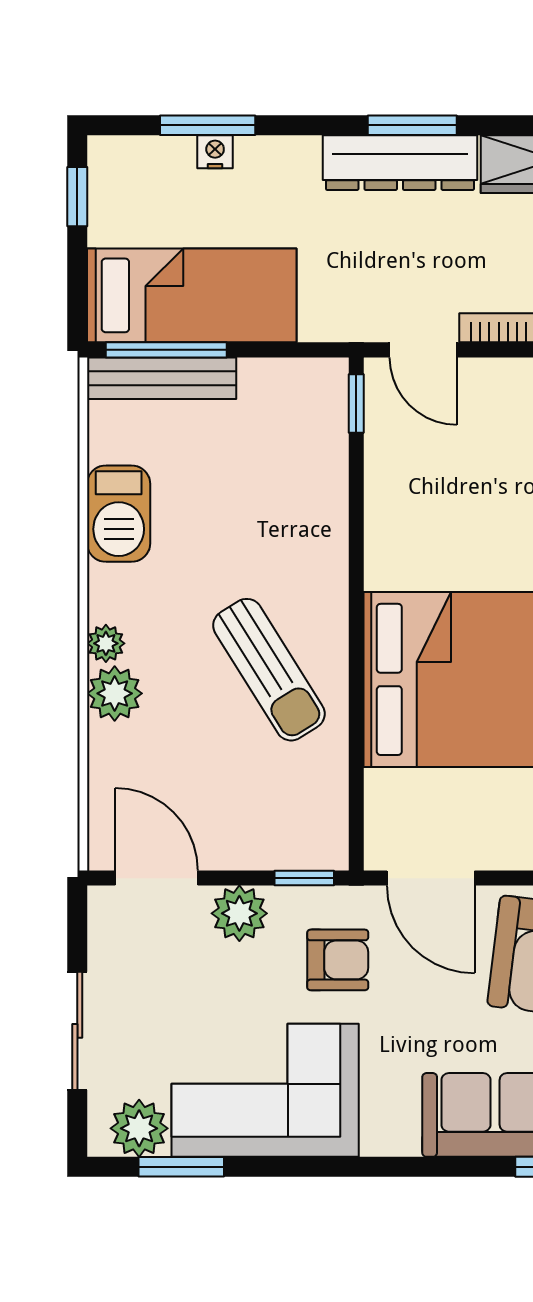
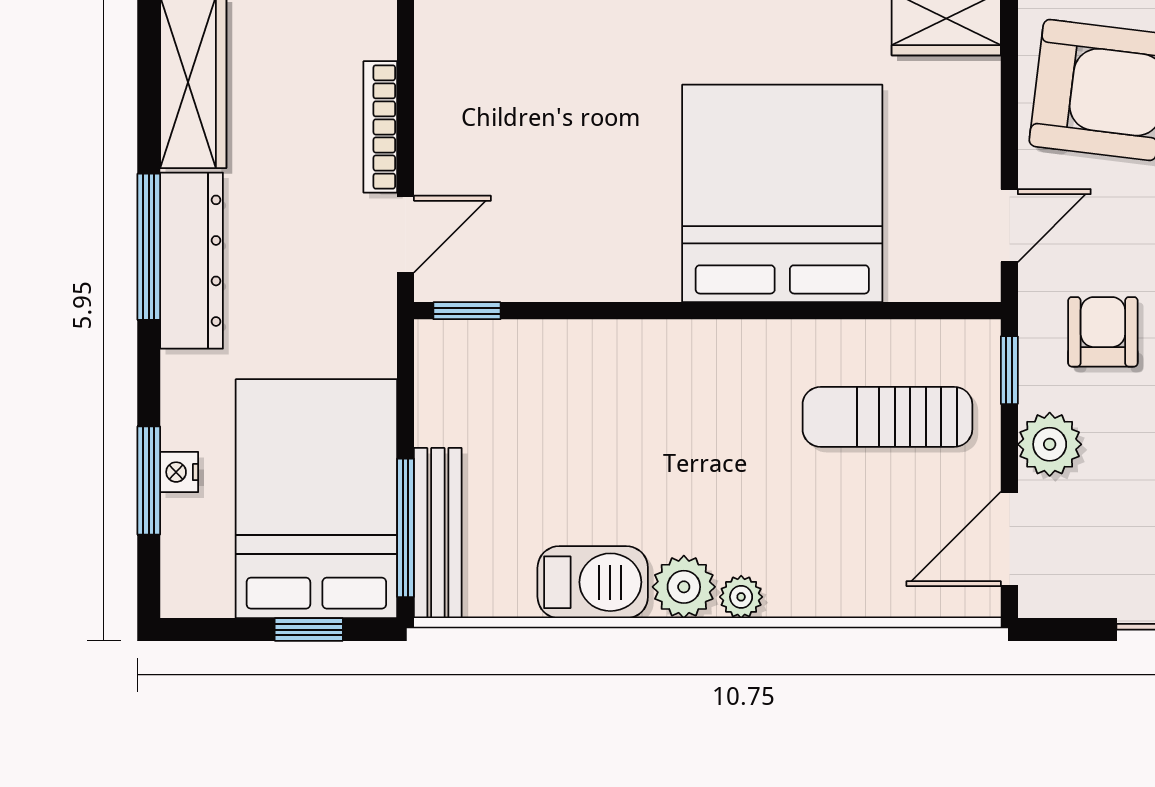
window: (412, 125) -> (149, 247), width x1.44
window: (77, 197) -> (309, 630), moved
bed: (192, 295) -> (316, 499), width x1.50
sun lounger: (269, 670) -> (887, 417), moved, turned -148
plant: (115, 693) -> (684, 587), moved
door: (431, 878) -> (1009, 226), width x0.73

